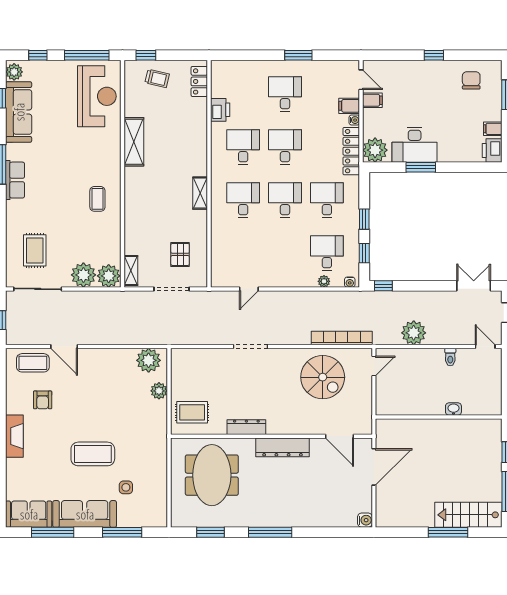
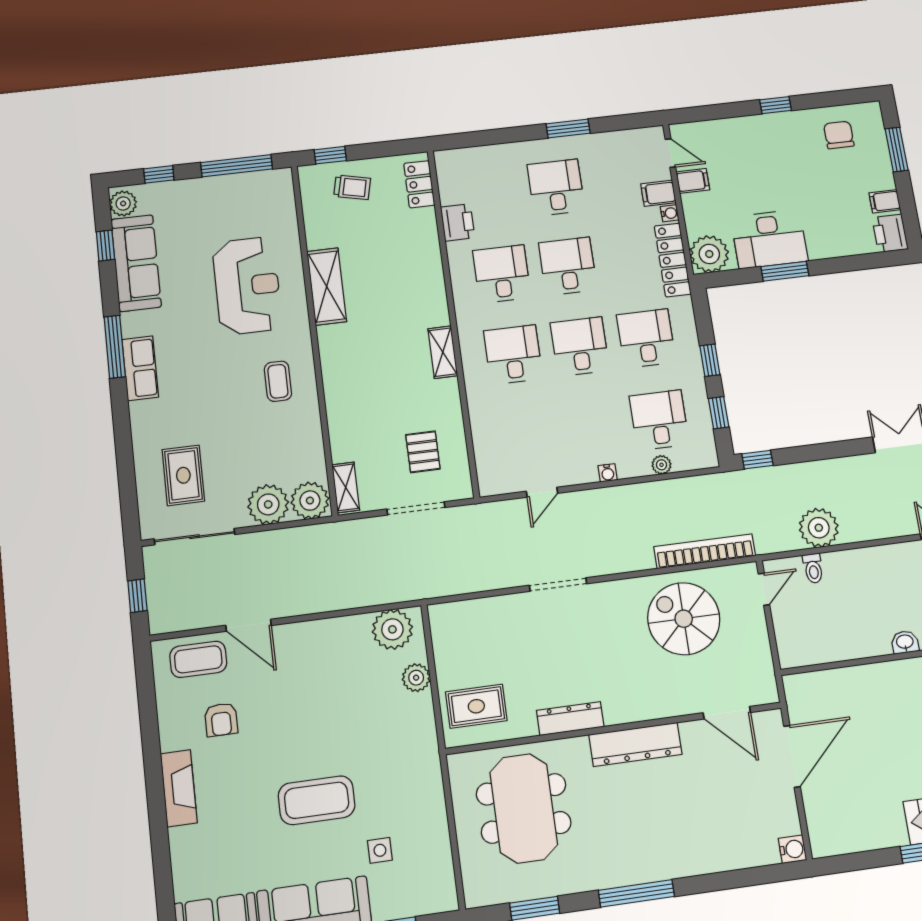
reception desk: (97, 96) -> (247, 286), moved
water cooler: (350, 282) -> (608, 473), moved
toilet: (450, 357) -> (813, 568), moved
spiral stairs: (323, 377) -> (684, 619), turned 180

